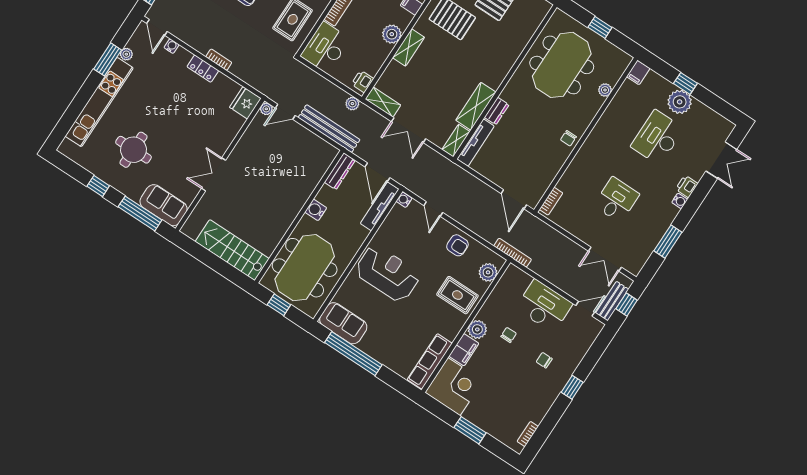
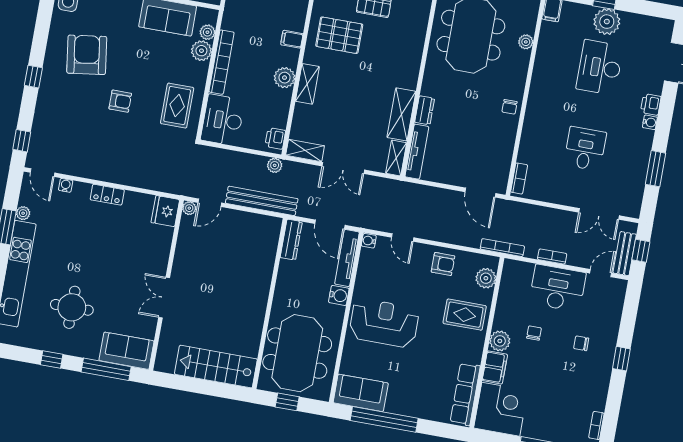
bookcase: (219, 60) -> (552, 256), moved
water cooler: (316, 210) -> (339, 295), moved, turned 180

